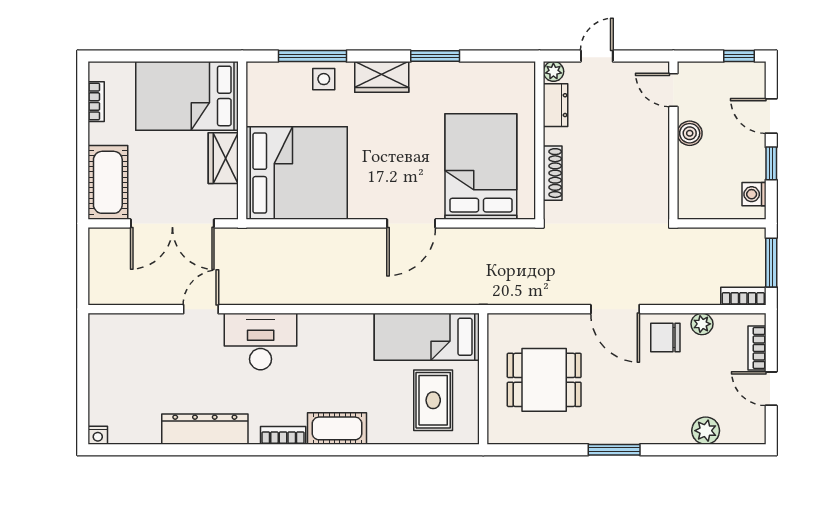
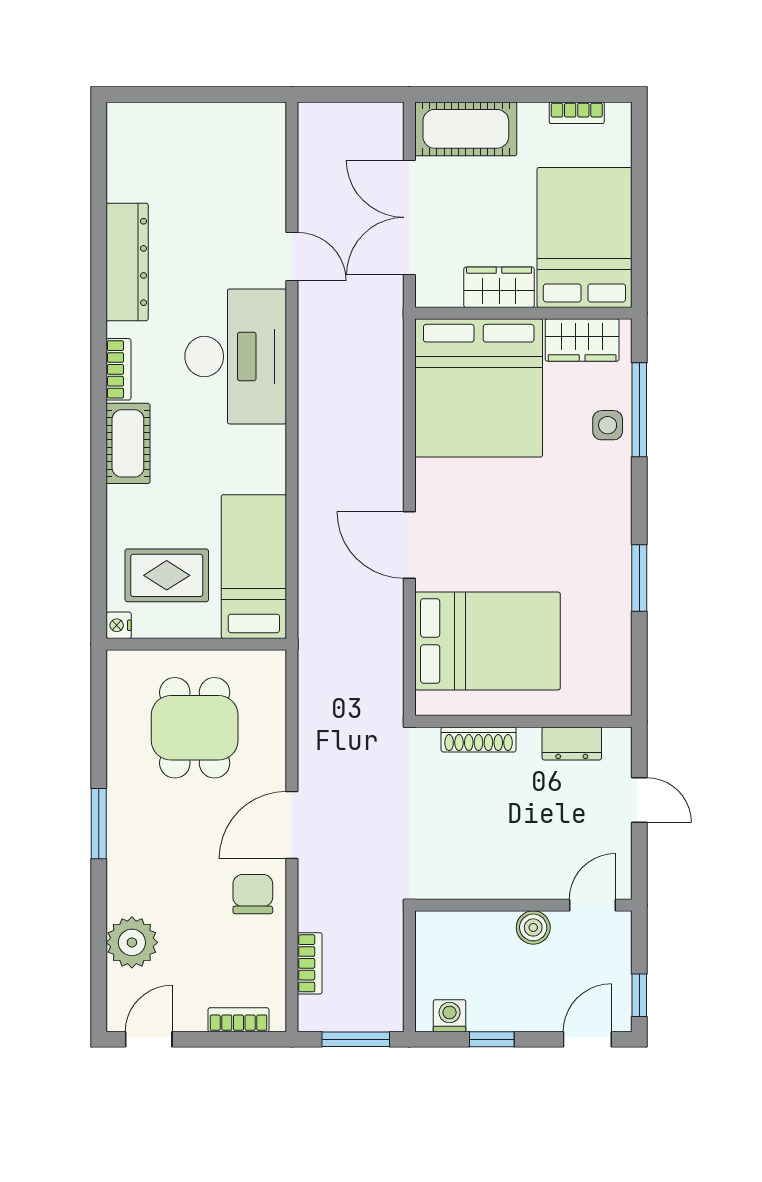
plant: (553, 71) -> (618, 741), removed
wardrobe: (382, 77) -> (582, 340), moved, turned -90
door: (771, 116) -> (587, 1039), moved
bookcase: (743, 296) -> (310, 963), moved
plant: (702, 324) -> (271, 944), removed
desk: (261, 342) -> (236, 356), width x1.36, depth x1.30
door: (771, 389) -> (149, 1039), moved
plant: (706, 431) -> (132, 942), width x1.36, depth x1.36
nightstand: (98, 435) -> (119, 625), moved

